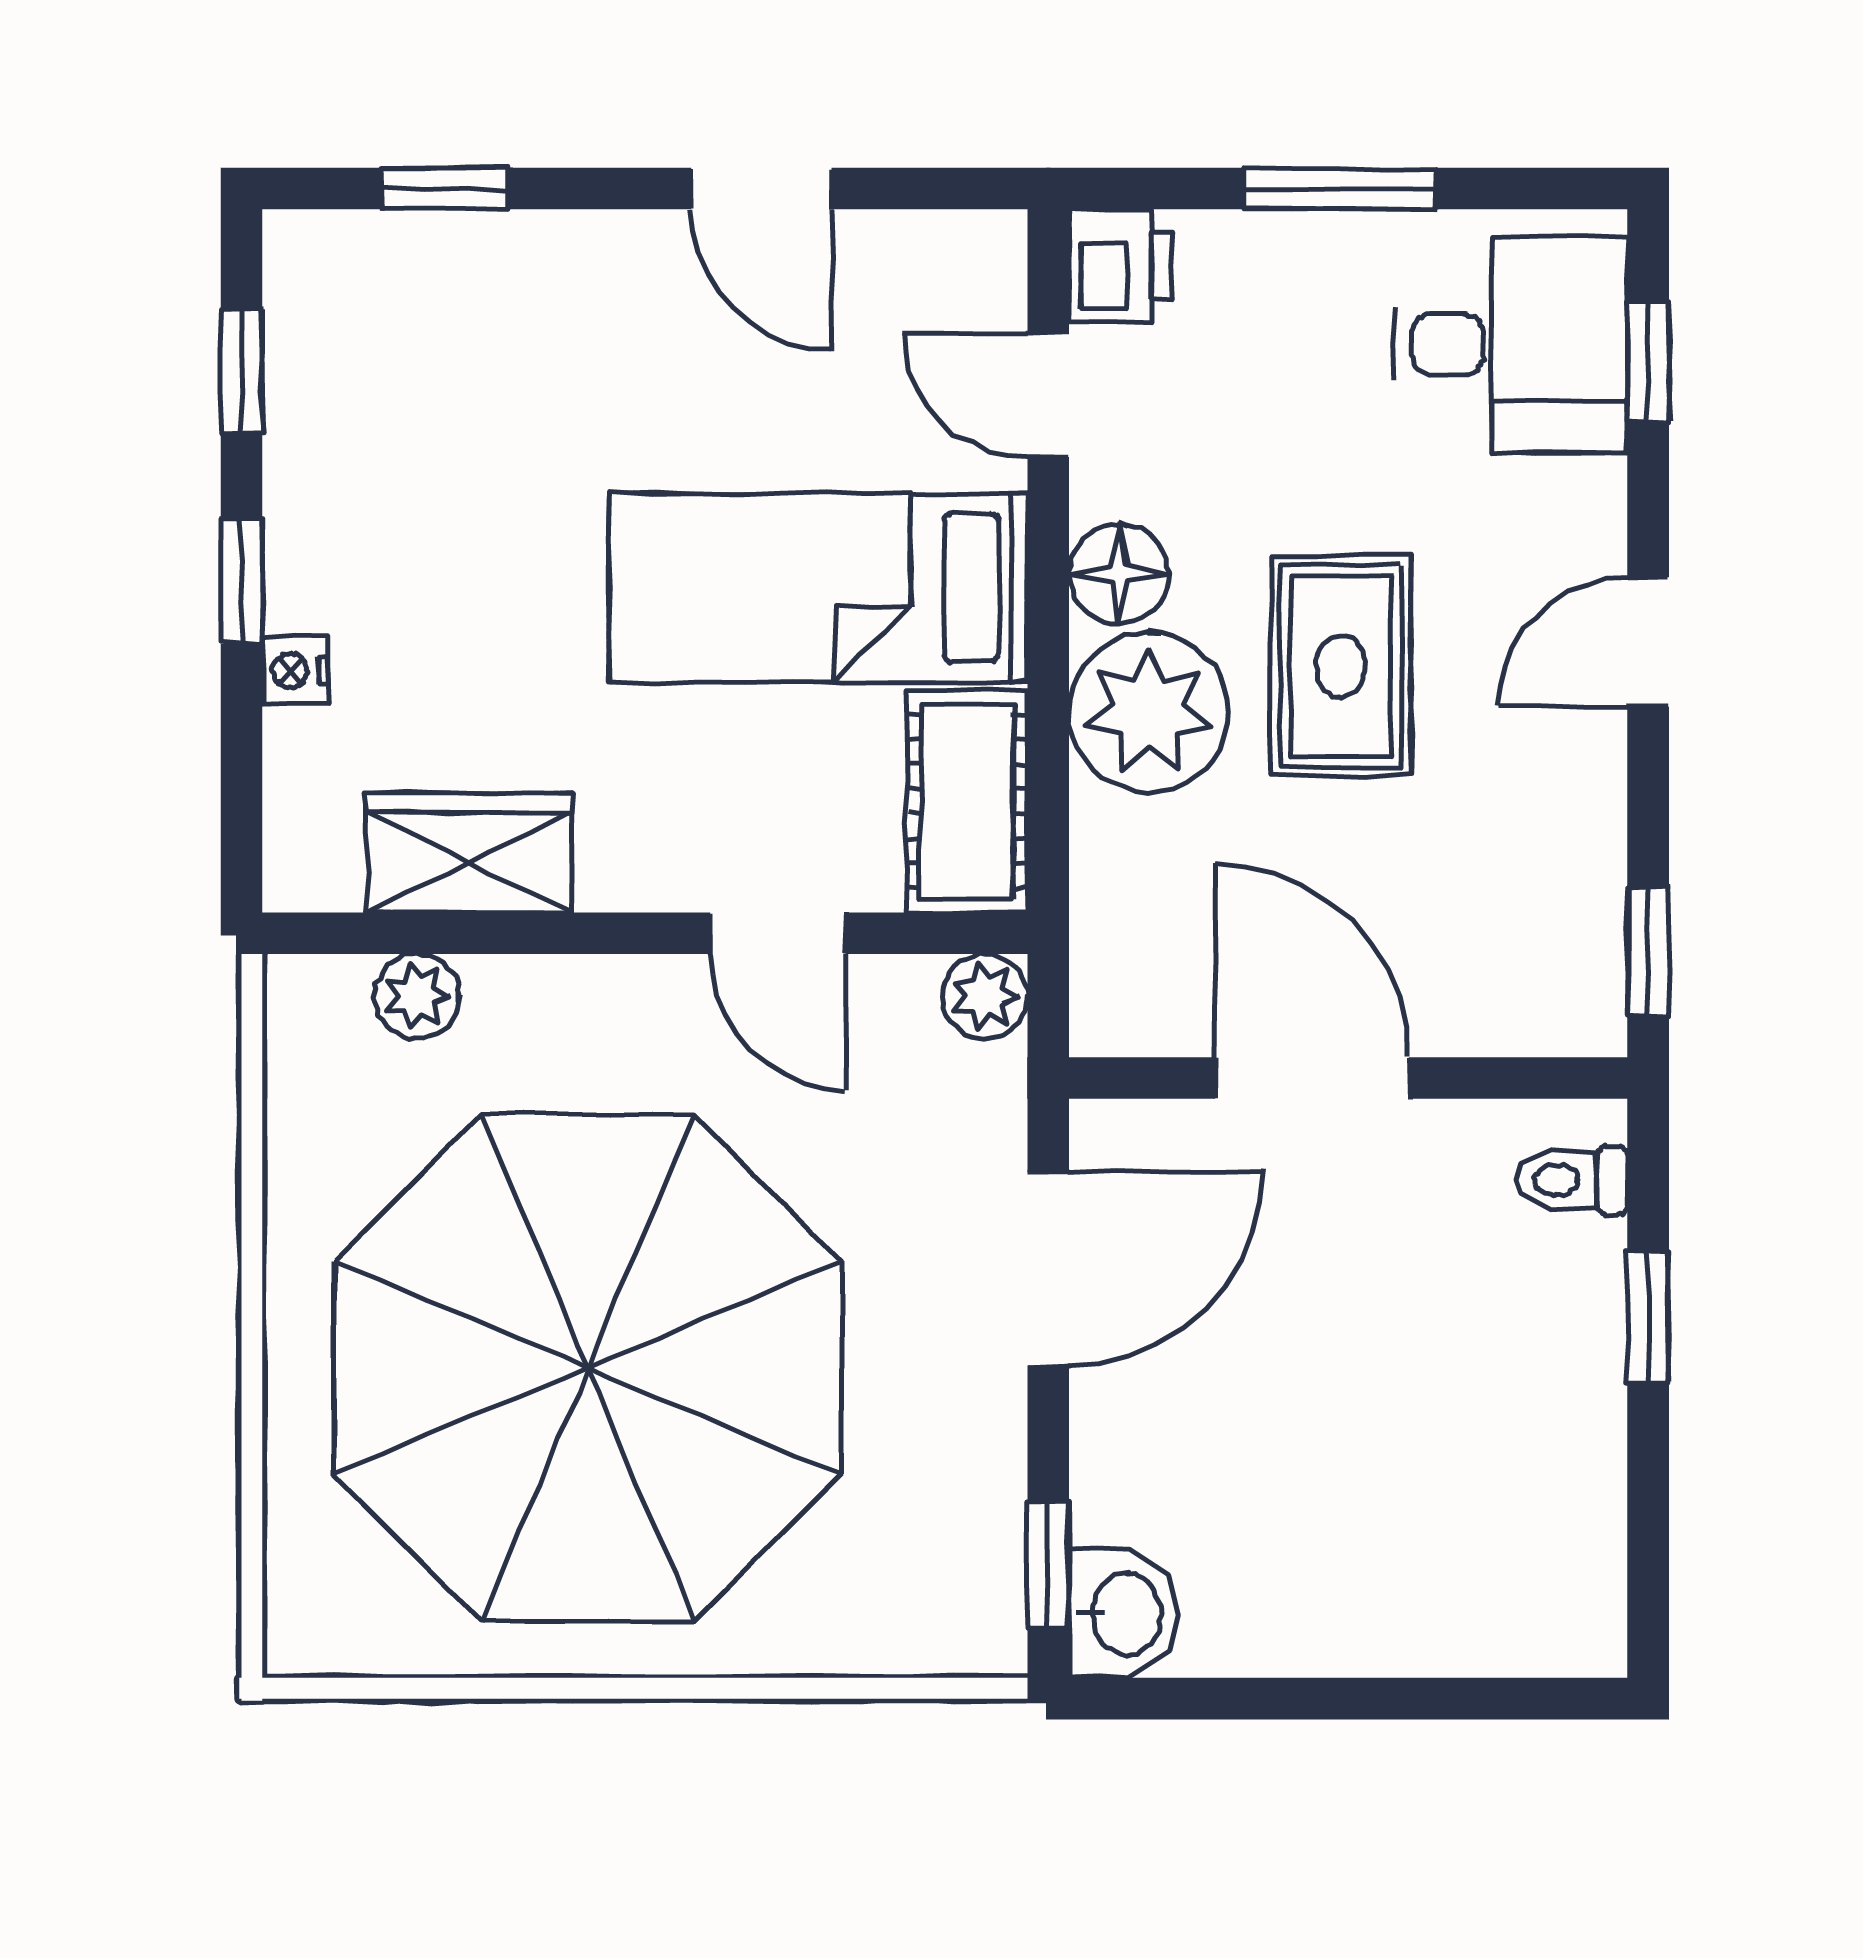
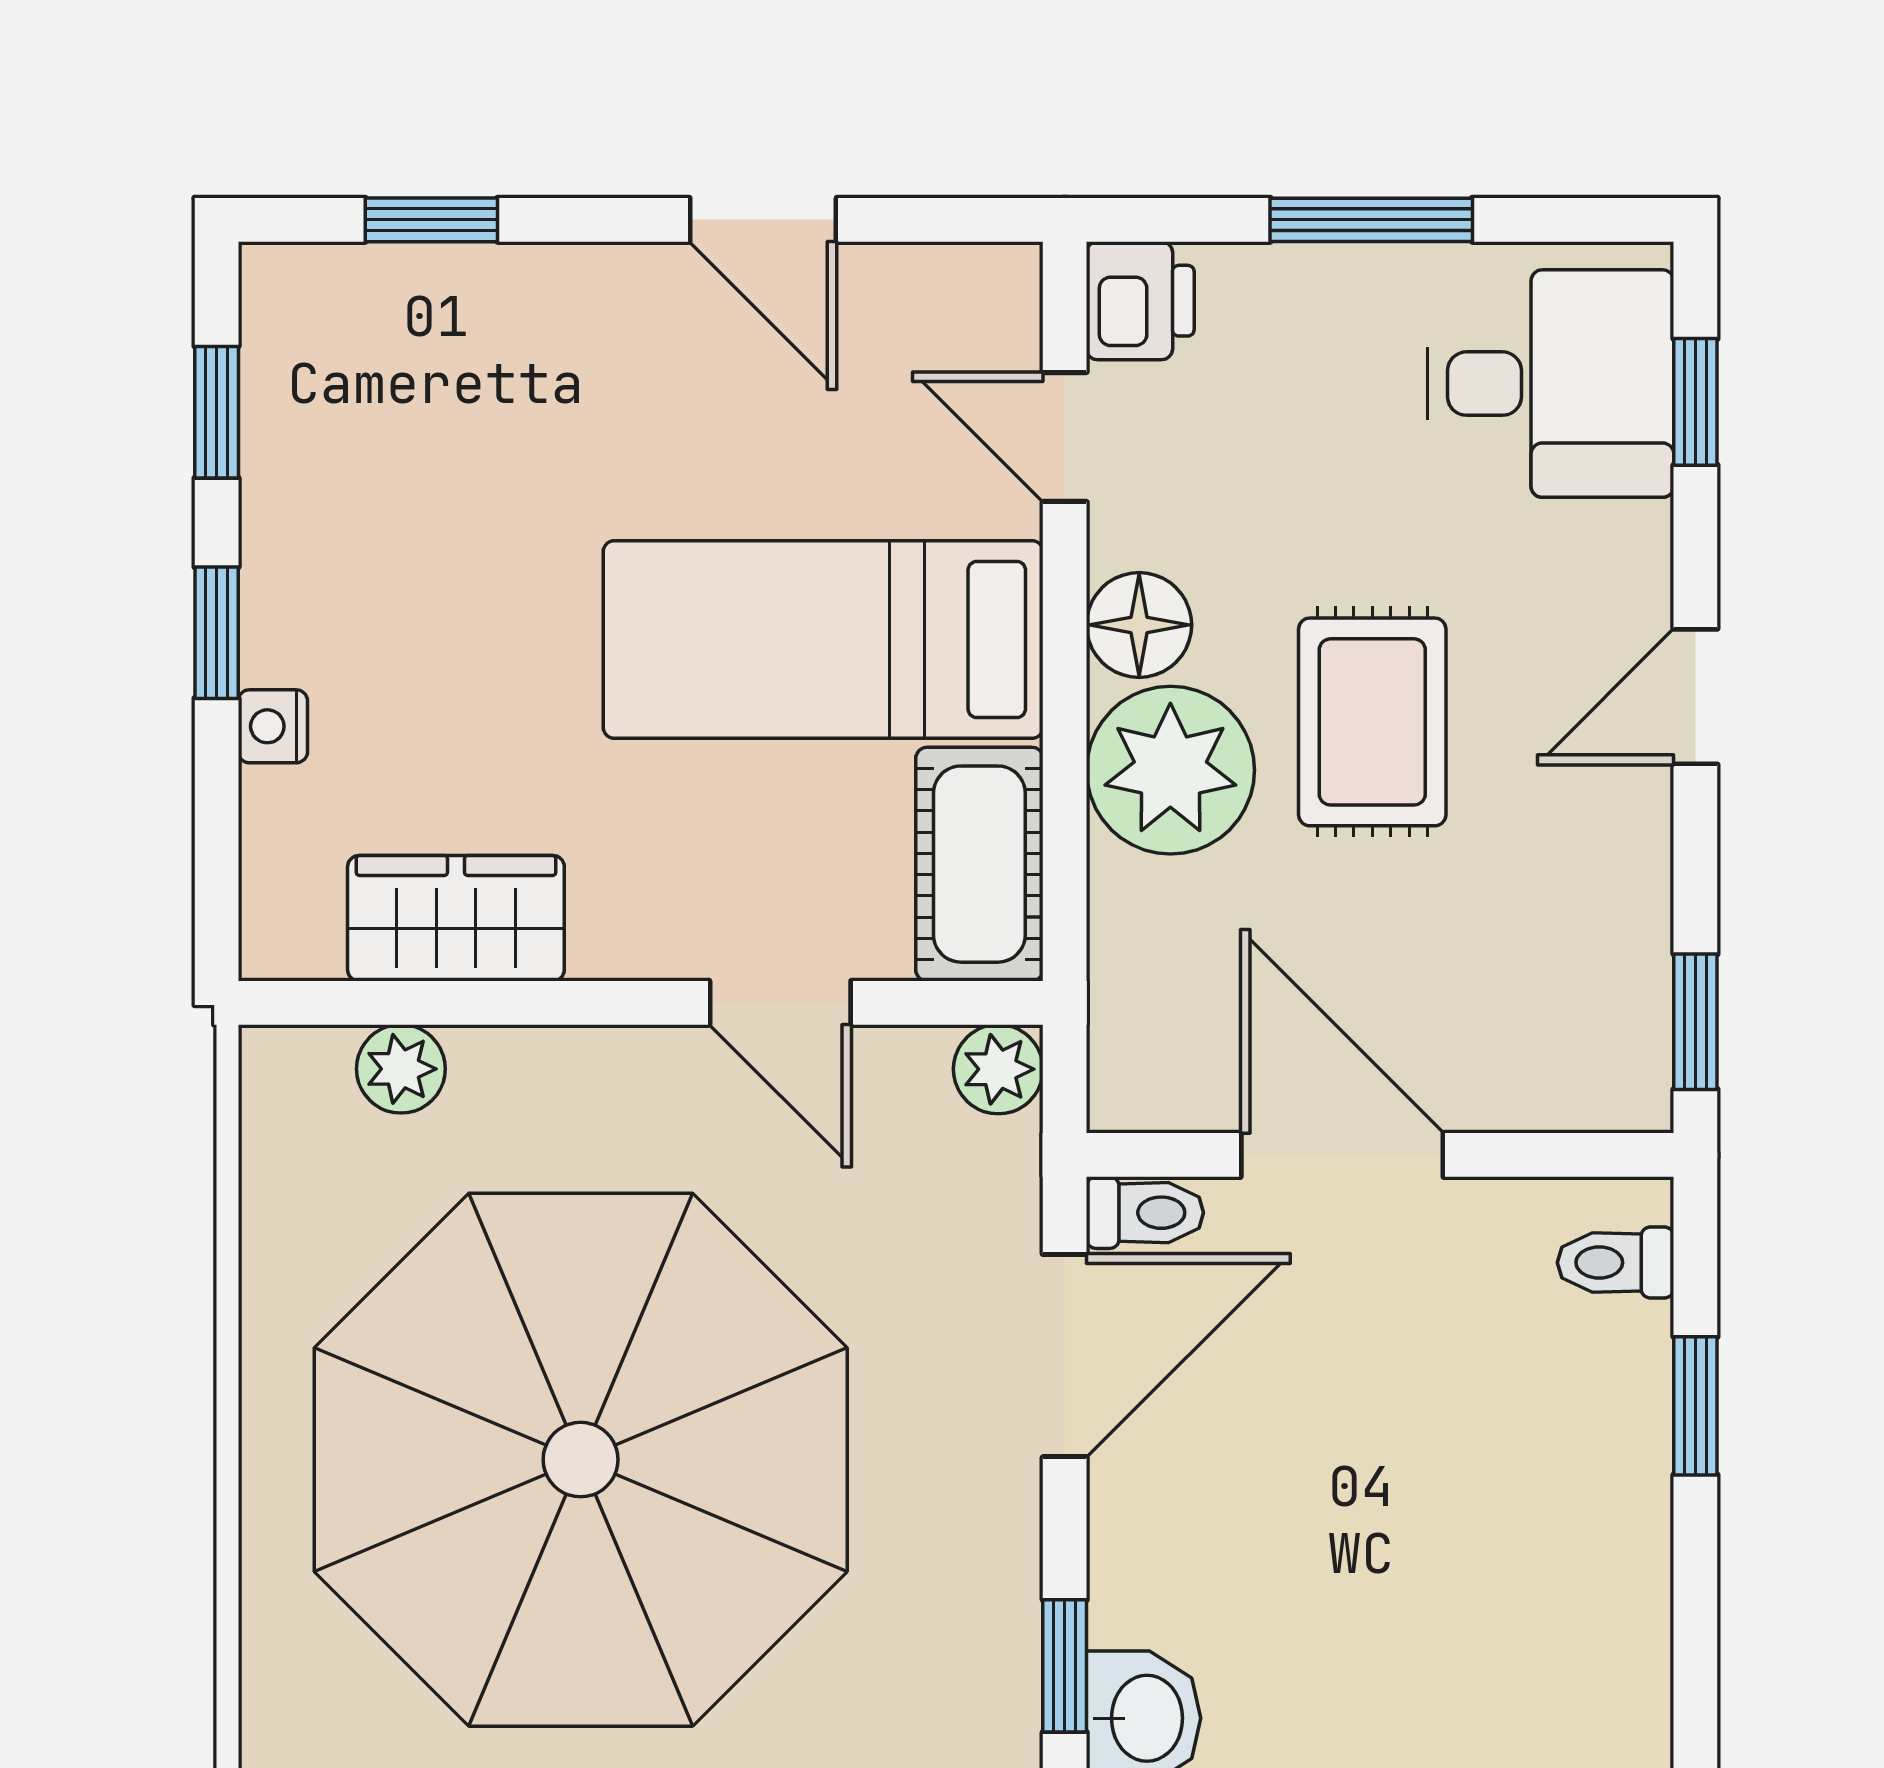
toilet: (1125, 1133) -> (1145, 1213), added

